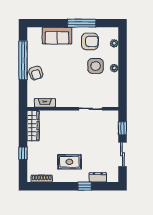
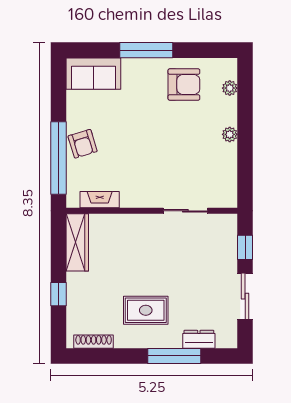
window: (82, 23) -> (146, 50), moved
sofa: (57, 36) -> (93, 74), moved
window: (23, 60) -> (58, 158), moved
side table: (96, 66) -> (195, 131), removed
window: (85, 186) -> (174, 356), width x2.17

